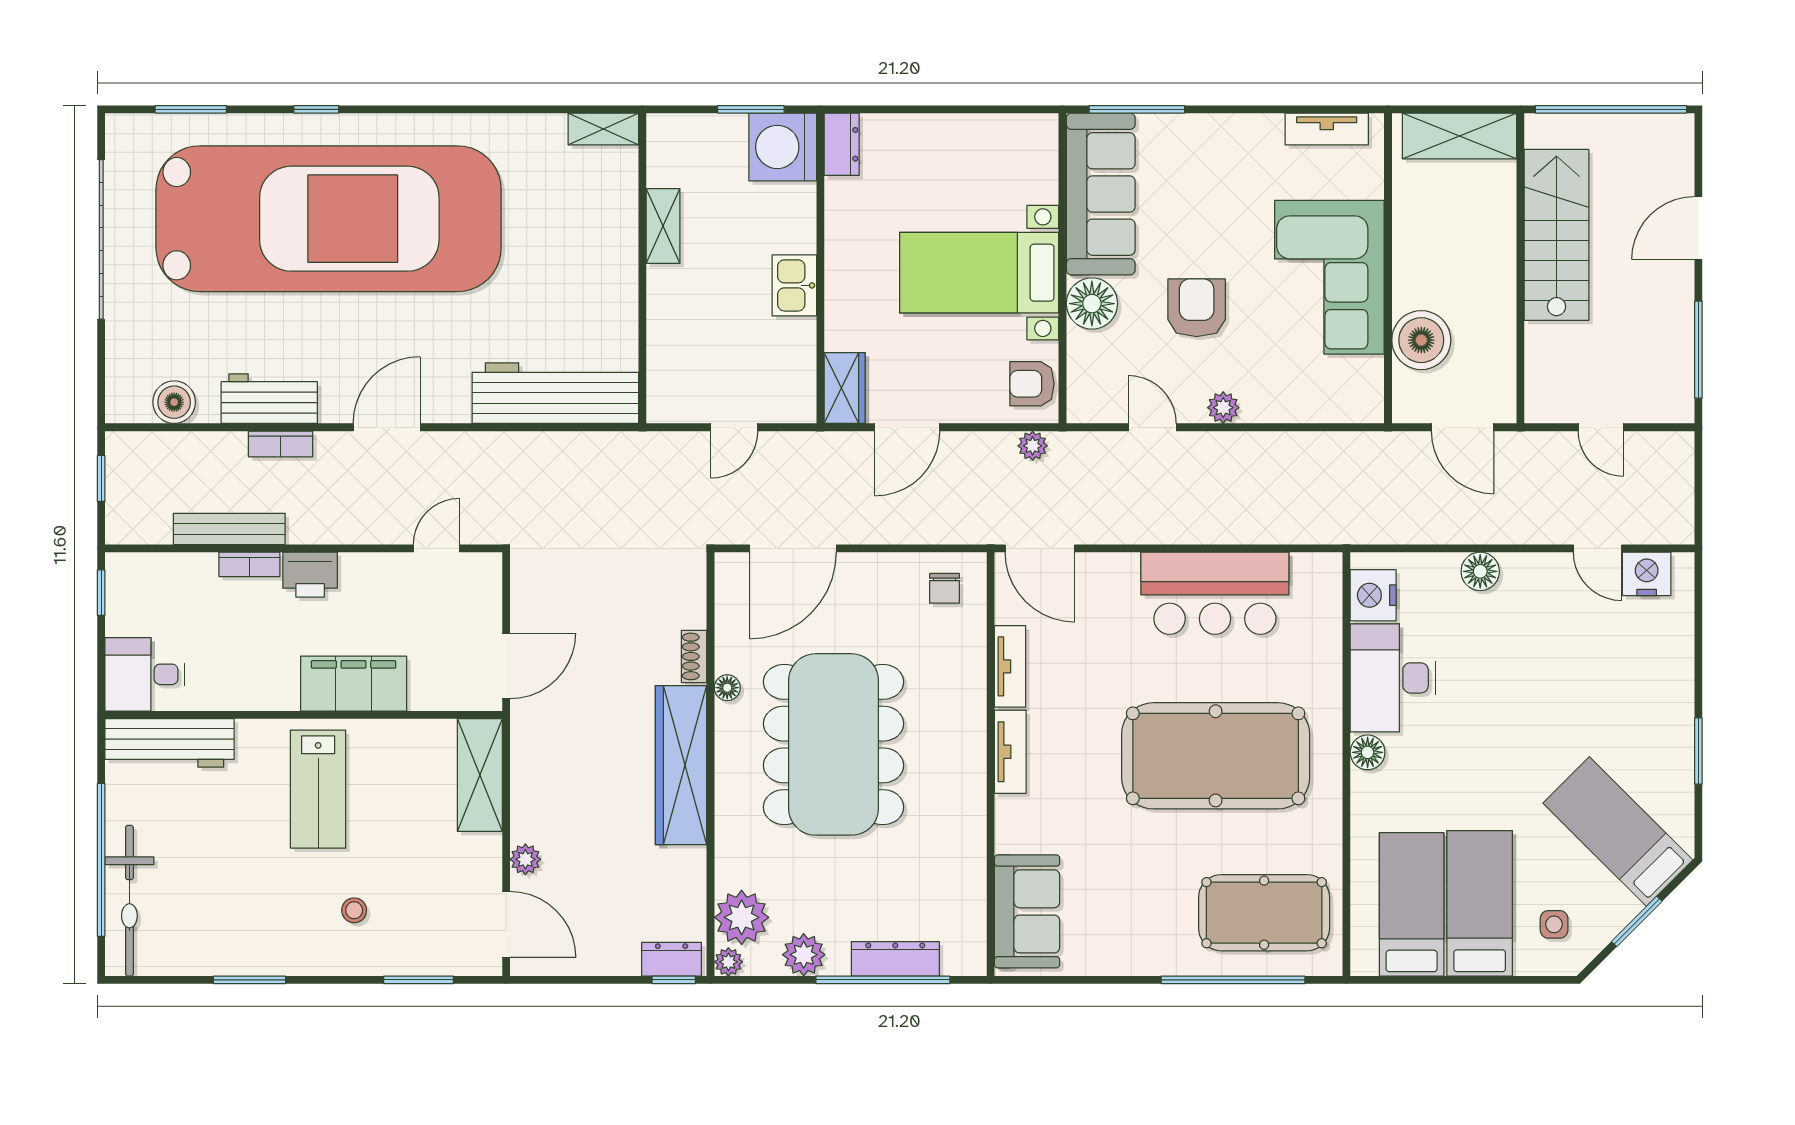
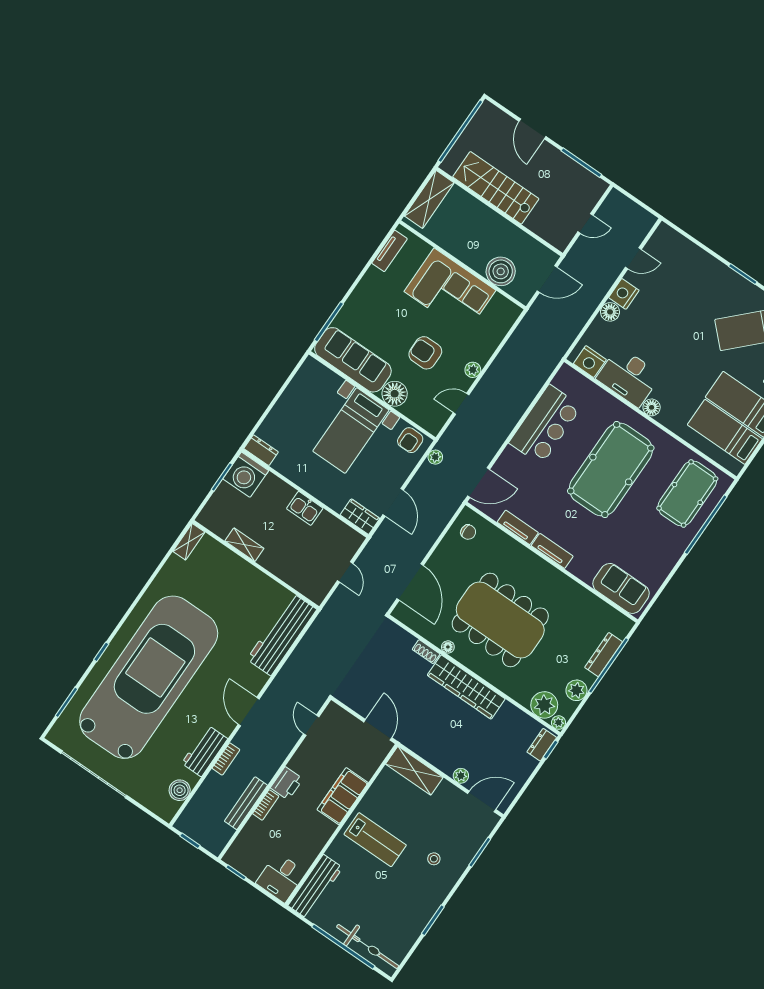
nightstand: (1647, 574) -> (624, 294), moved

